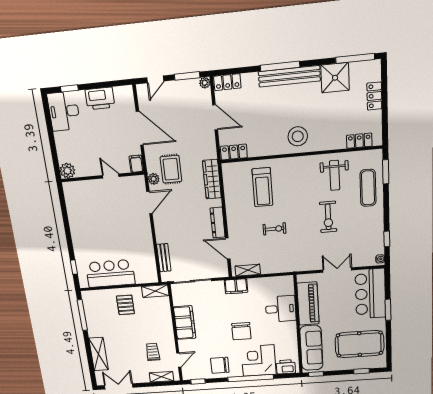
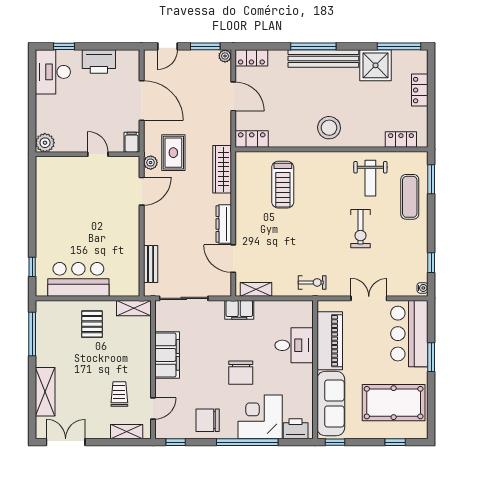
exercise bike: (275, 229) -> (312, 282), moved

